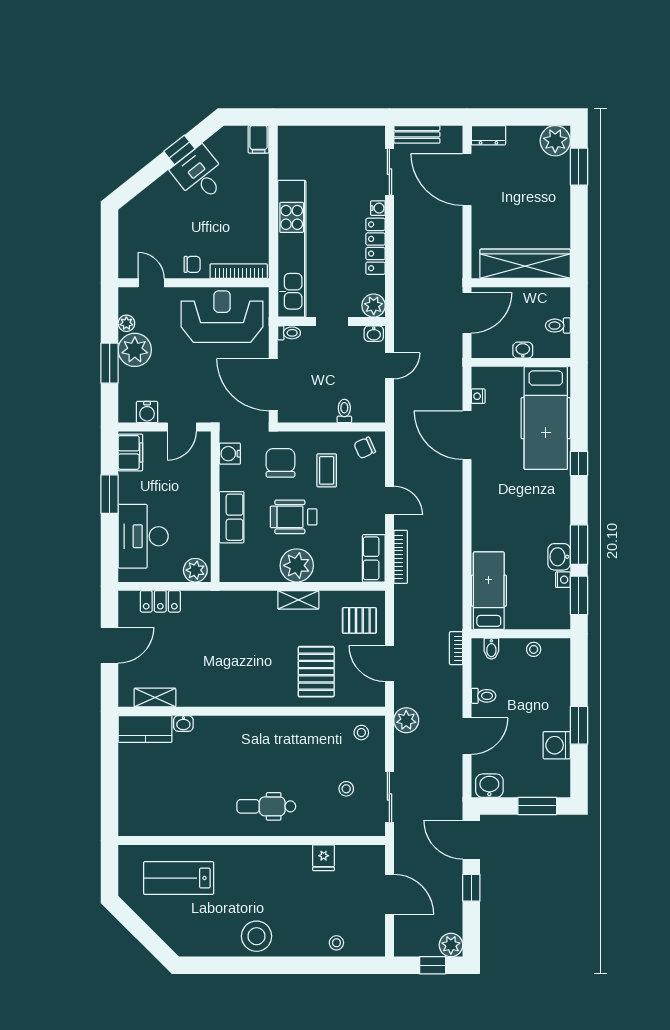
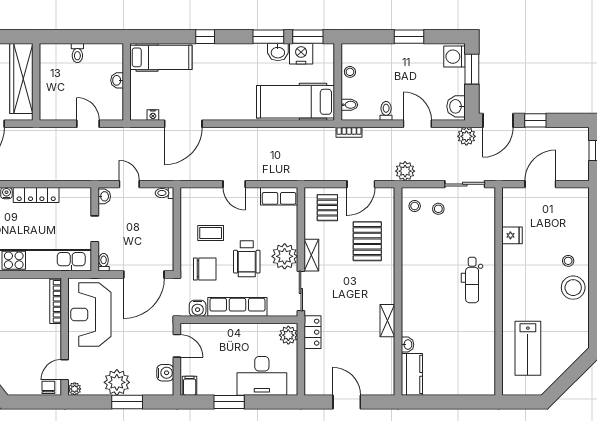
chair: (192, 264) -> (48, 387), moved
wardrobe: (525, 264) -> (21, 79), moved
wall: (521, 283) -> (36, 82), moved
plant: (374, 306) -> (82, 197), removed
door: (467, 313) -> (88, 124), width x0.73
plant: (126, 323) -> (75, 389), moved
toilet: (558, 326) -> (77, 53), moved
toilet: (344, 411) -> (164, 193), moved
hospital bed: (546, 418) -> (161, 57), width x0.73, depth x0.78
chair: (365, 448) -> (193, 203), removed
filing cabinet: (130, 452) -> (190, 386), width x0.50
chair: (280, 463) -> (205, 269), turned 180
door: (389, 501) -> (234, 184), swing flipped
row of seats: (232, 517) -> (237, 307), width x1.48
bookcase: (401, 557) -> (278, 175), removed
nightstand: (563, 580) -> (301, 54), width x1.89, depth x1.79
sliding door: (252, 586) -> (301, 291), added
hospital bed: (489, 591) -> (295, 102), width x1.37, depth x1.29
locker: (160, 601) -> (313, 332), moved
pallet: (316, 672) -> (367, 241), turned 90
shelving: (155, 698) -> (387, 321), moved
washing machine: (557, 745) -> (455, 57), moved, turned 90
stool: (346, 789) -> (438, 209), moved
stool: (336, 943) -> (568, 261), moved
plant: (451, 945) -> (466, 136), moved

